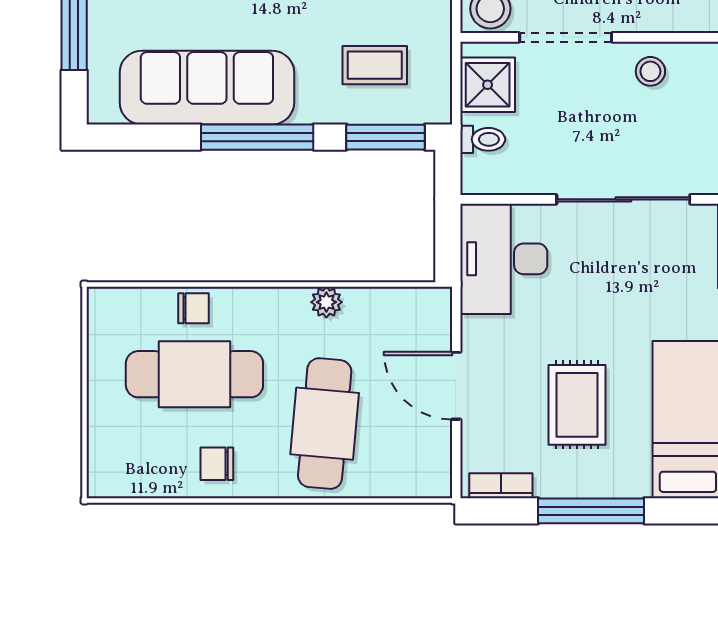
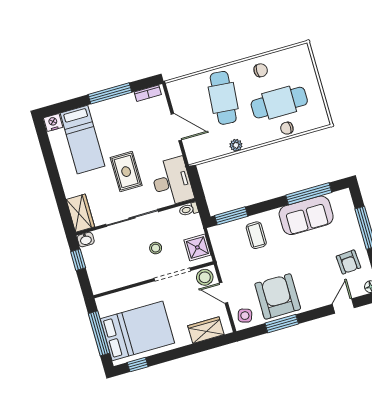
coffee table: (375, 65) -> (256, 235), moved, turned 90
stool: (650, 71) -> (156, 248), moved
sofa: (207, 88) -> (306, 215), width x0.73
window: (257, 137) -> (309, 194), moved
toilet: (483, 139) -> (189, 209), moved
rug: (577, 405) -> (126, 172), moved

